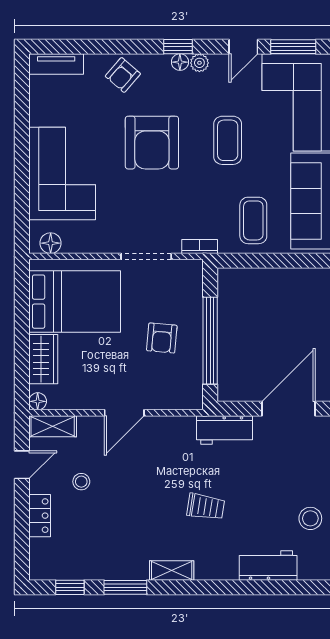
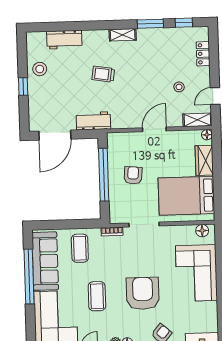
locker: (40, 516) -> (203, 54), moved

